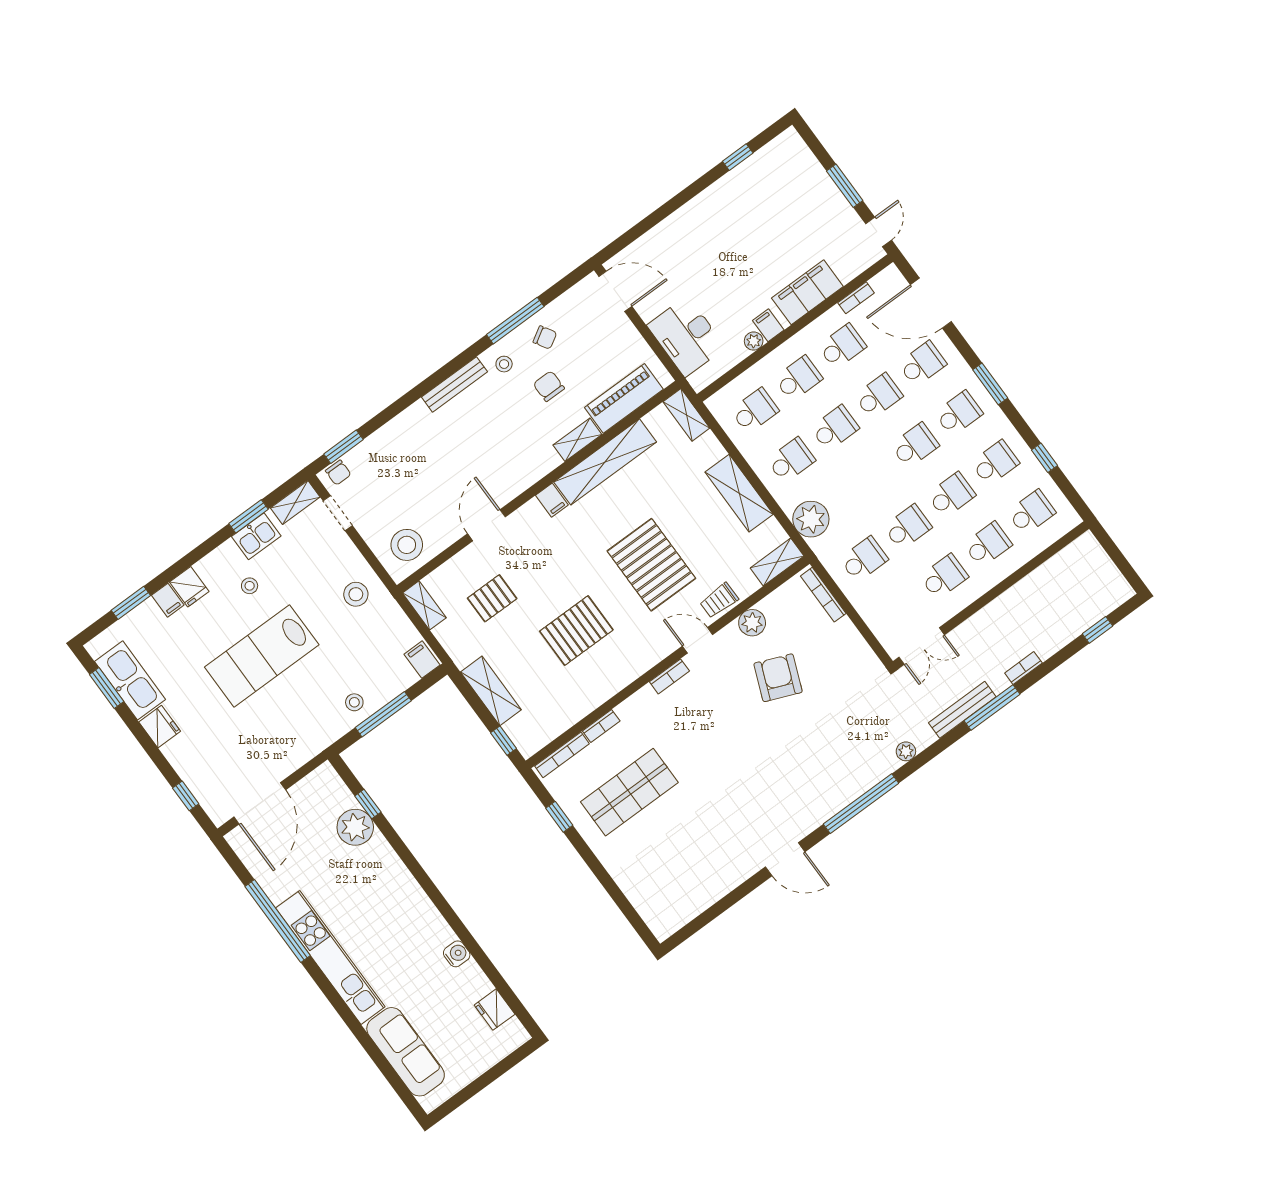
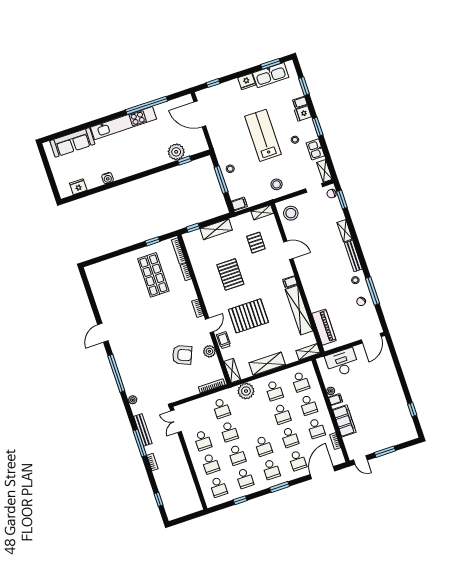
chair: (549, 386) -> (340, 296), removed
shelving: (577, 440) -> (345, 231), moved
window: (249, 516) -> (318, 127), moved

